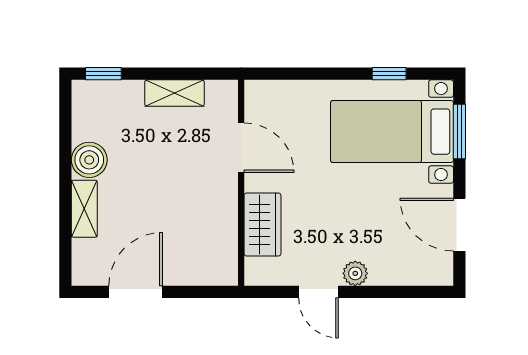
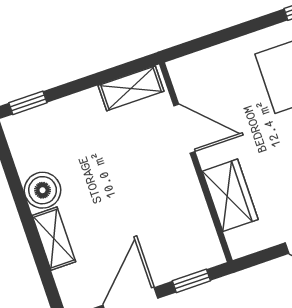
shelving: (174, 93) -> (131, 88), moved
window: (199, 292) -> (191, 281), added

